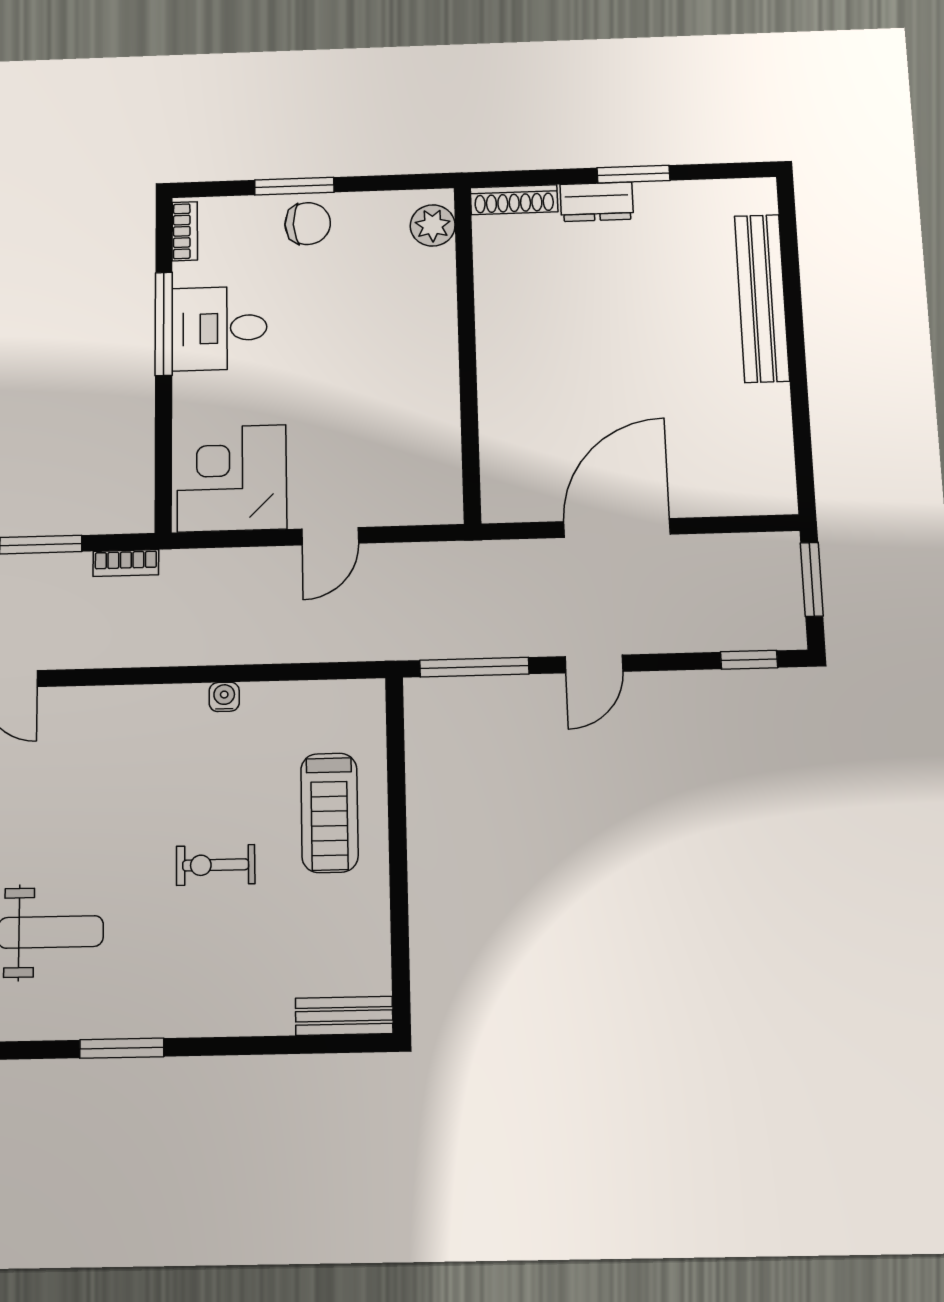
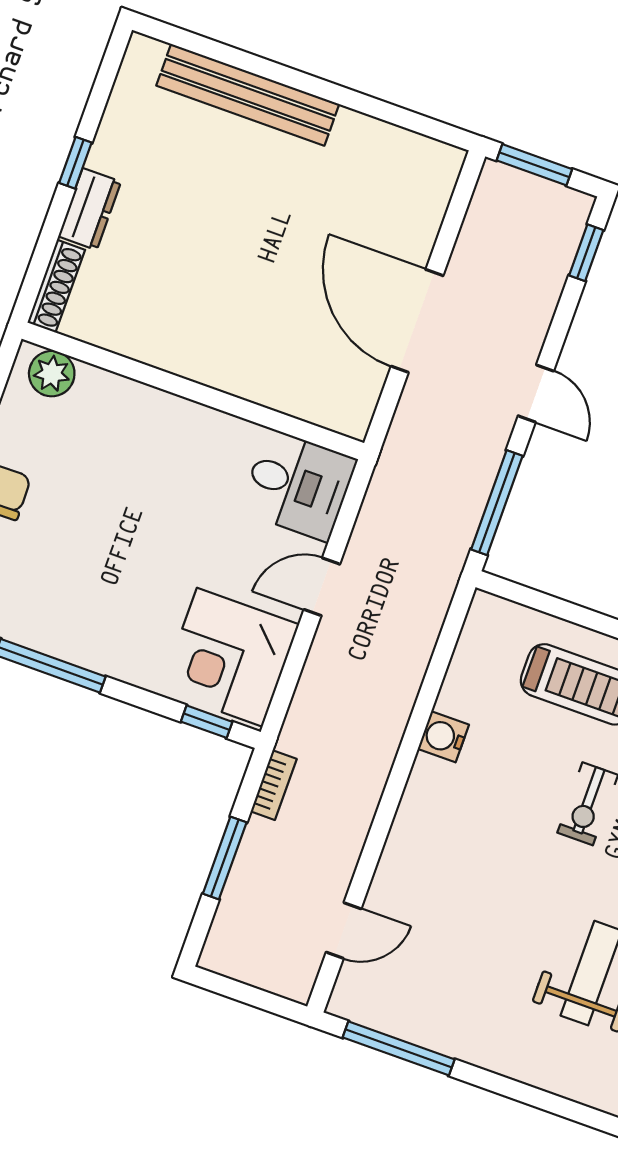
window: (633, 174) -> (75, 163), width x0.67
desk: (219, 328) -> (298, 485), moved, turned -90
window: (163, 480) -> (207, 722), added
door: (330, 536) -> (322, 587), swing flipped
water cooler: (224, 697) -> (443, 737), width x1.38, depth x1.38

